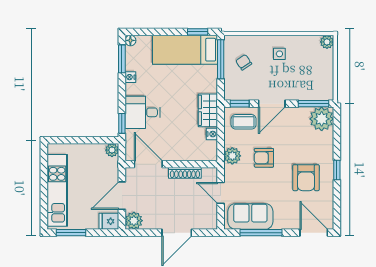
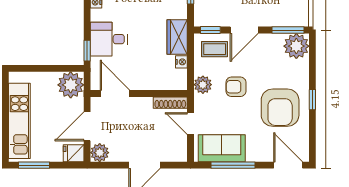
plant: (112, 150) -> (71, 85), width x1.88, depth x1.88
shoe rack: (185, 173) -> (170, 103), moved
armchair: (306, 178) -> (280, 108), width x1.36, depth x1.36

